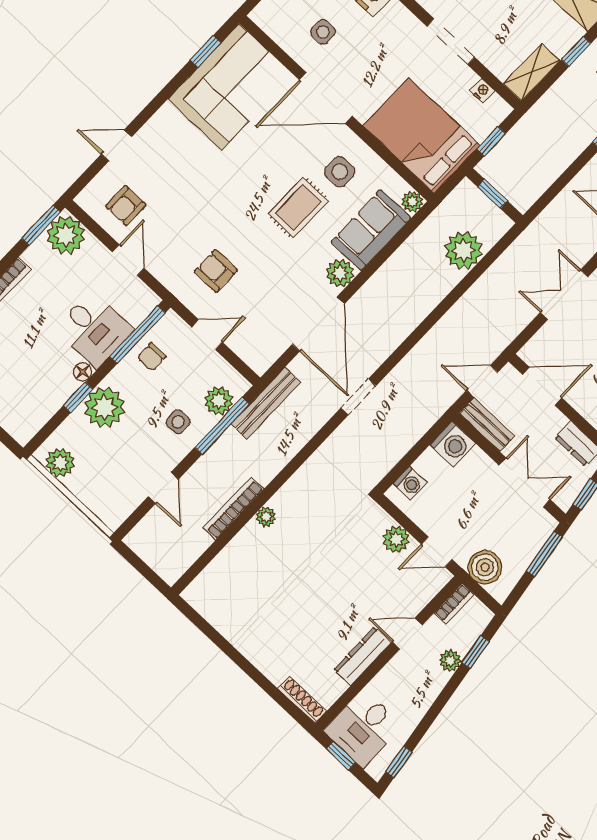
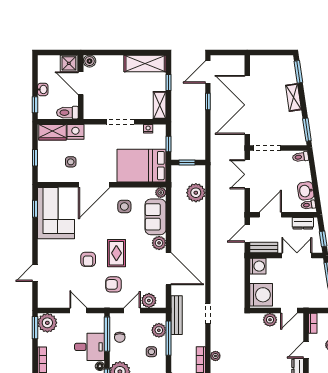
armchair: (126, 206) -> (88, 259), moved
rug: (298, 207) -> (116, 253), moved
plant: (245, 343) -> (149, 301), added
doorway: (358, 397) -> (208, 314), moved
washing machine: (410, 483) -> (261, 295), width x1.89, depth x1.89
boiler: (485, 567) -> (311, 300), removed

